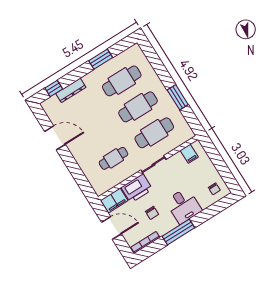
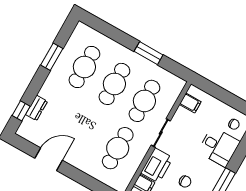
dresser: (71, 90) -> (37, 108), width x0.70
cafe table: (113, 158) -> (118, 148), width x1.37, depth x1.35
desk: (184, 206) -> (219, 147), moved

